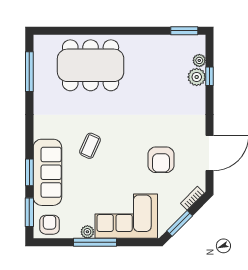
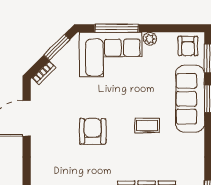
coffee table: (90, 146) -> (147, 125), turned 66
armchair: (161, 160) -> (93, 131), moved
window: (95, 242) -> (117, 28), moved

